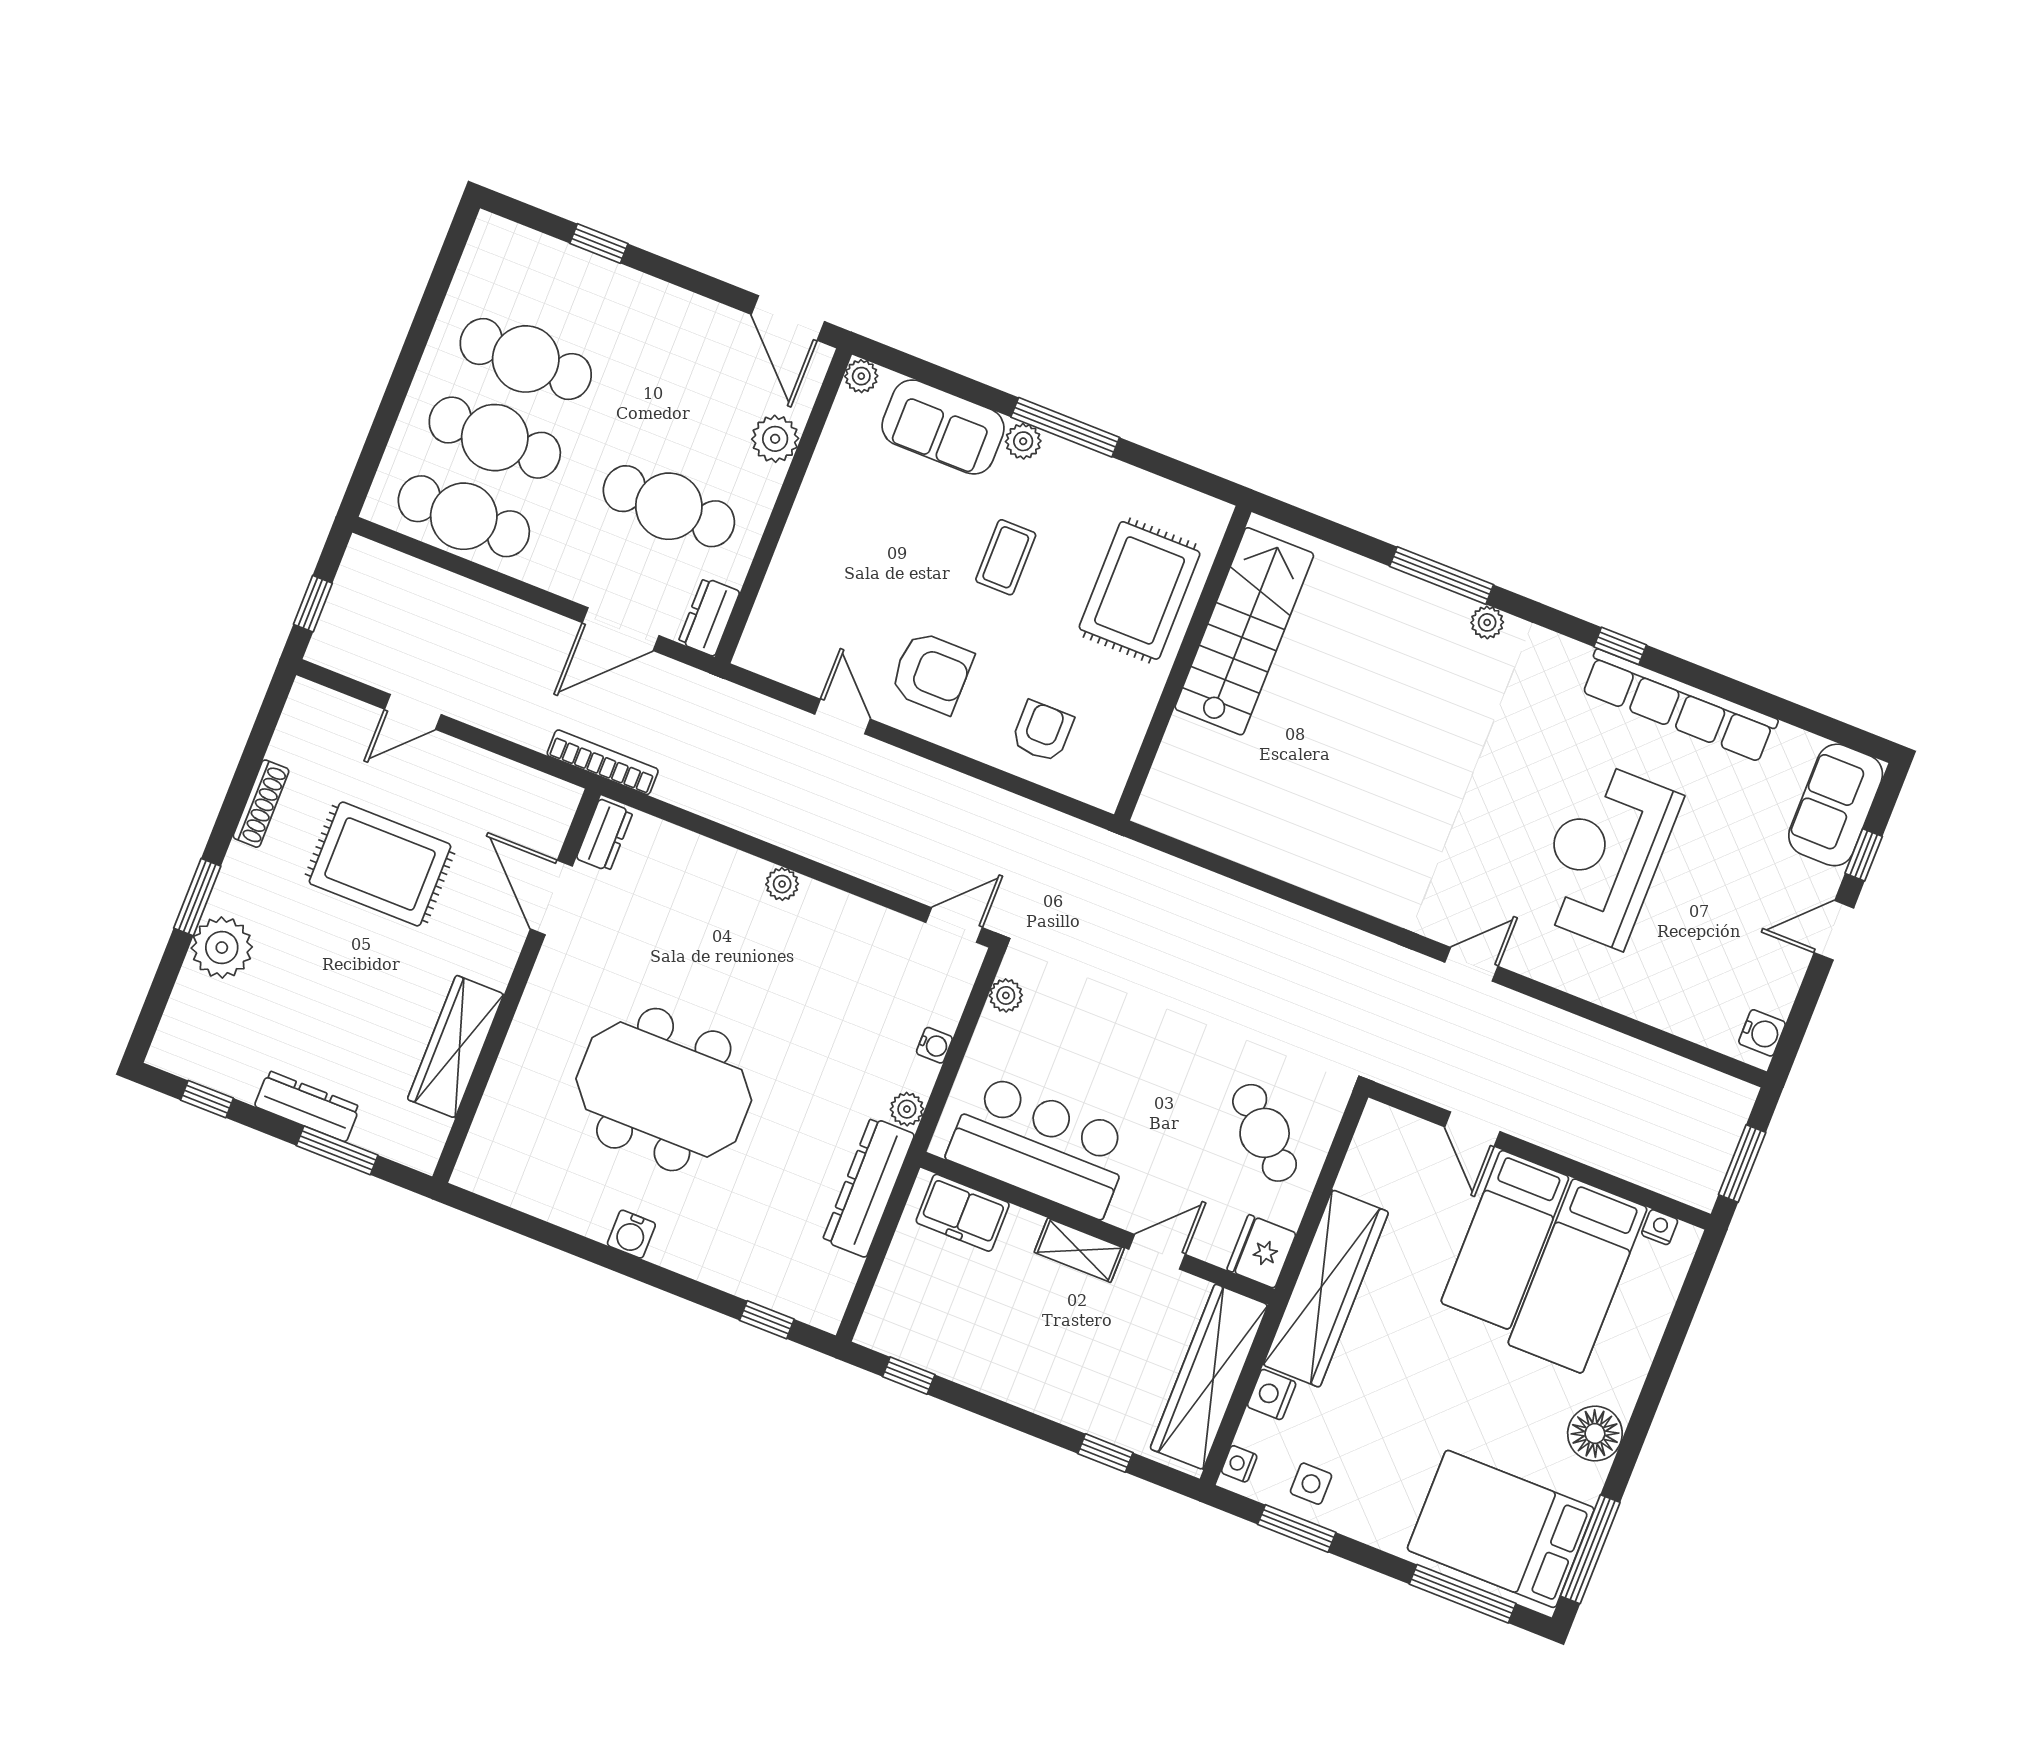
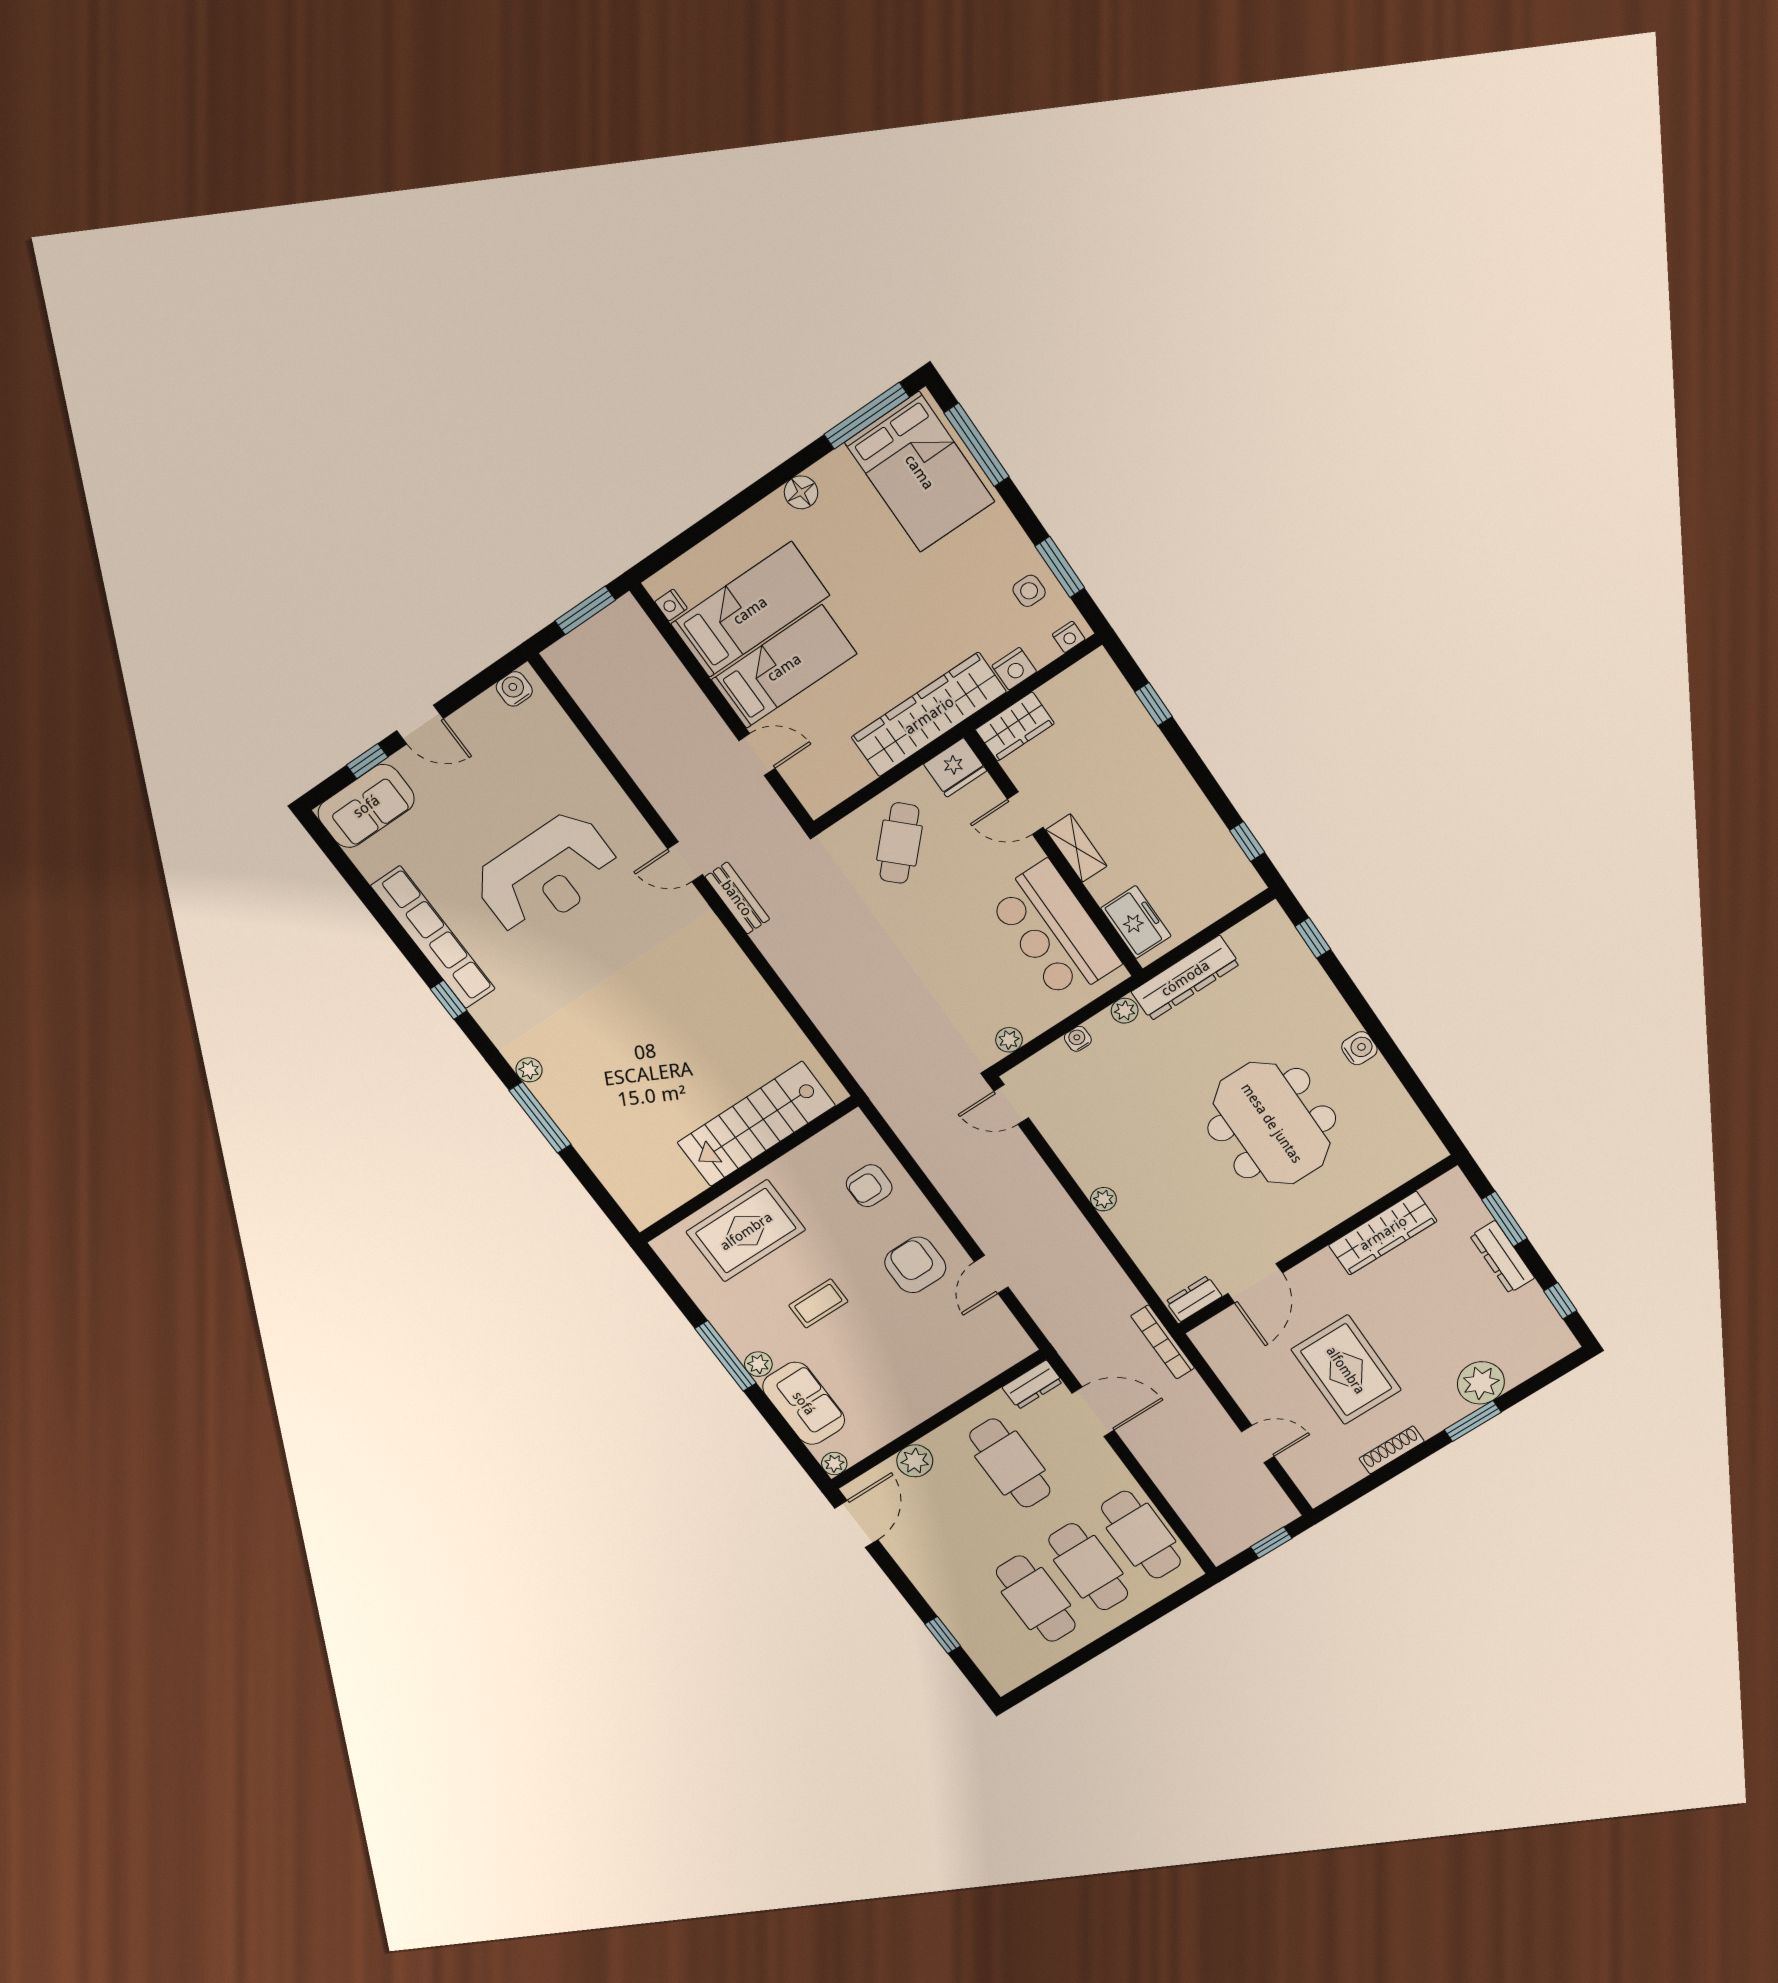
stairs: (1244, 631) -> (756, 1124), moved
bench: (1392, 961) -> (737, 898), added
door: (1472, 1129) -> (757, 754), hinge flipped
wardrobe: (1209, 1377) -> (1015, 727), width x0.48, depth x0.85
floor lamp: (1595, 1434) -> (801, 492), width x0.73, depth x0.73

